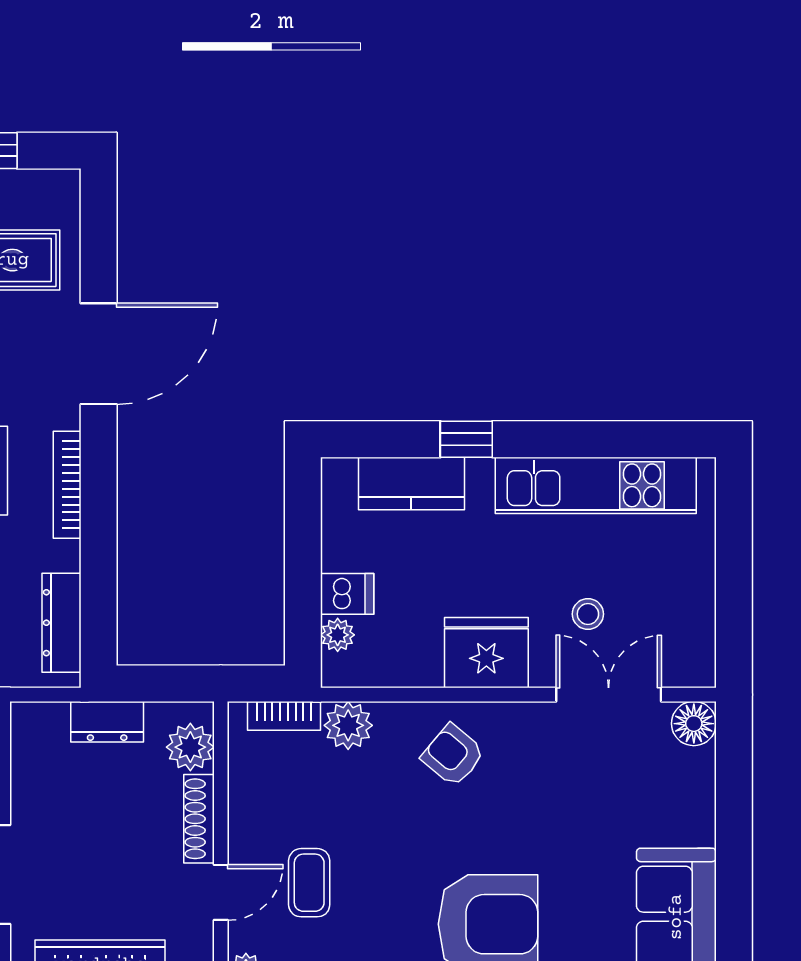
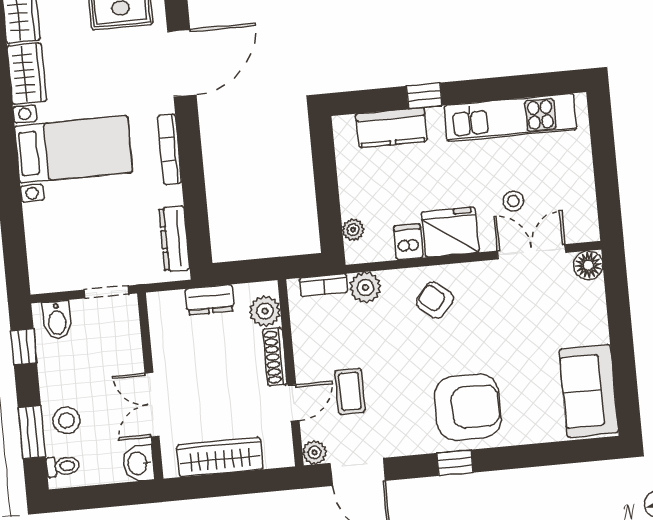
dishwasher: (347, 594) -> (408, 242), moved, turned -90

